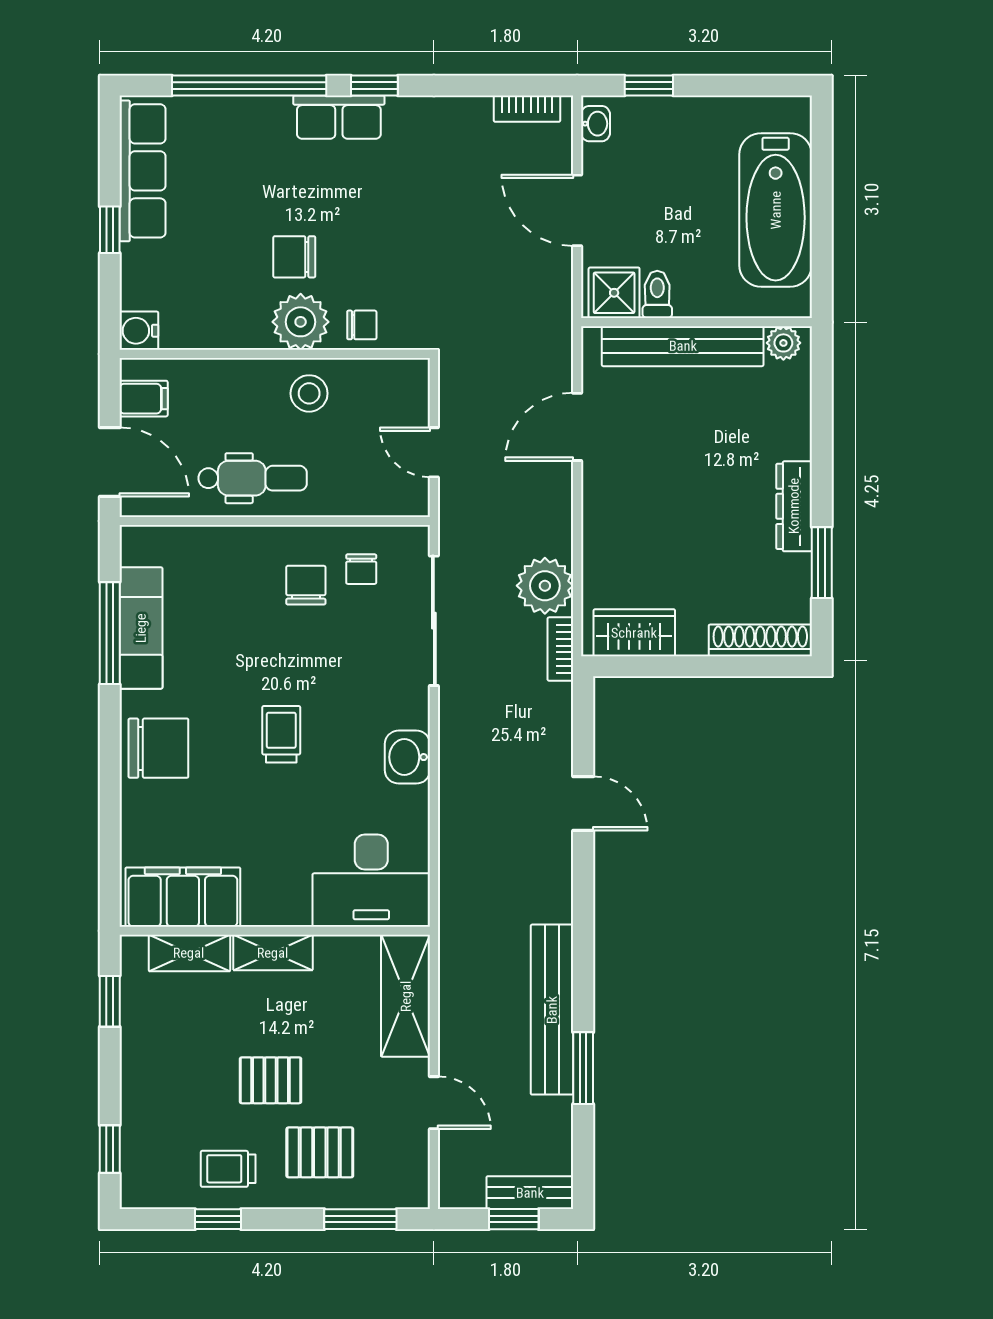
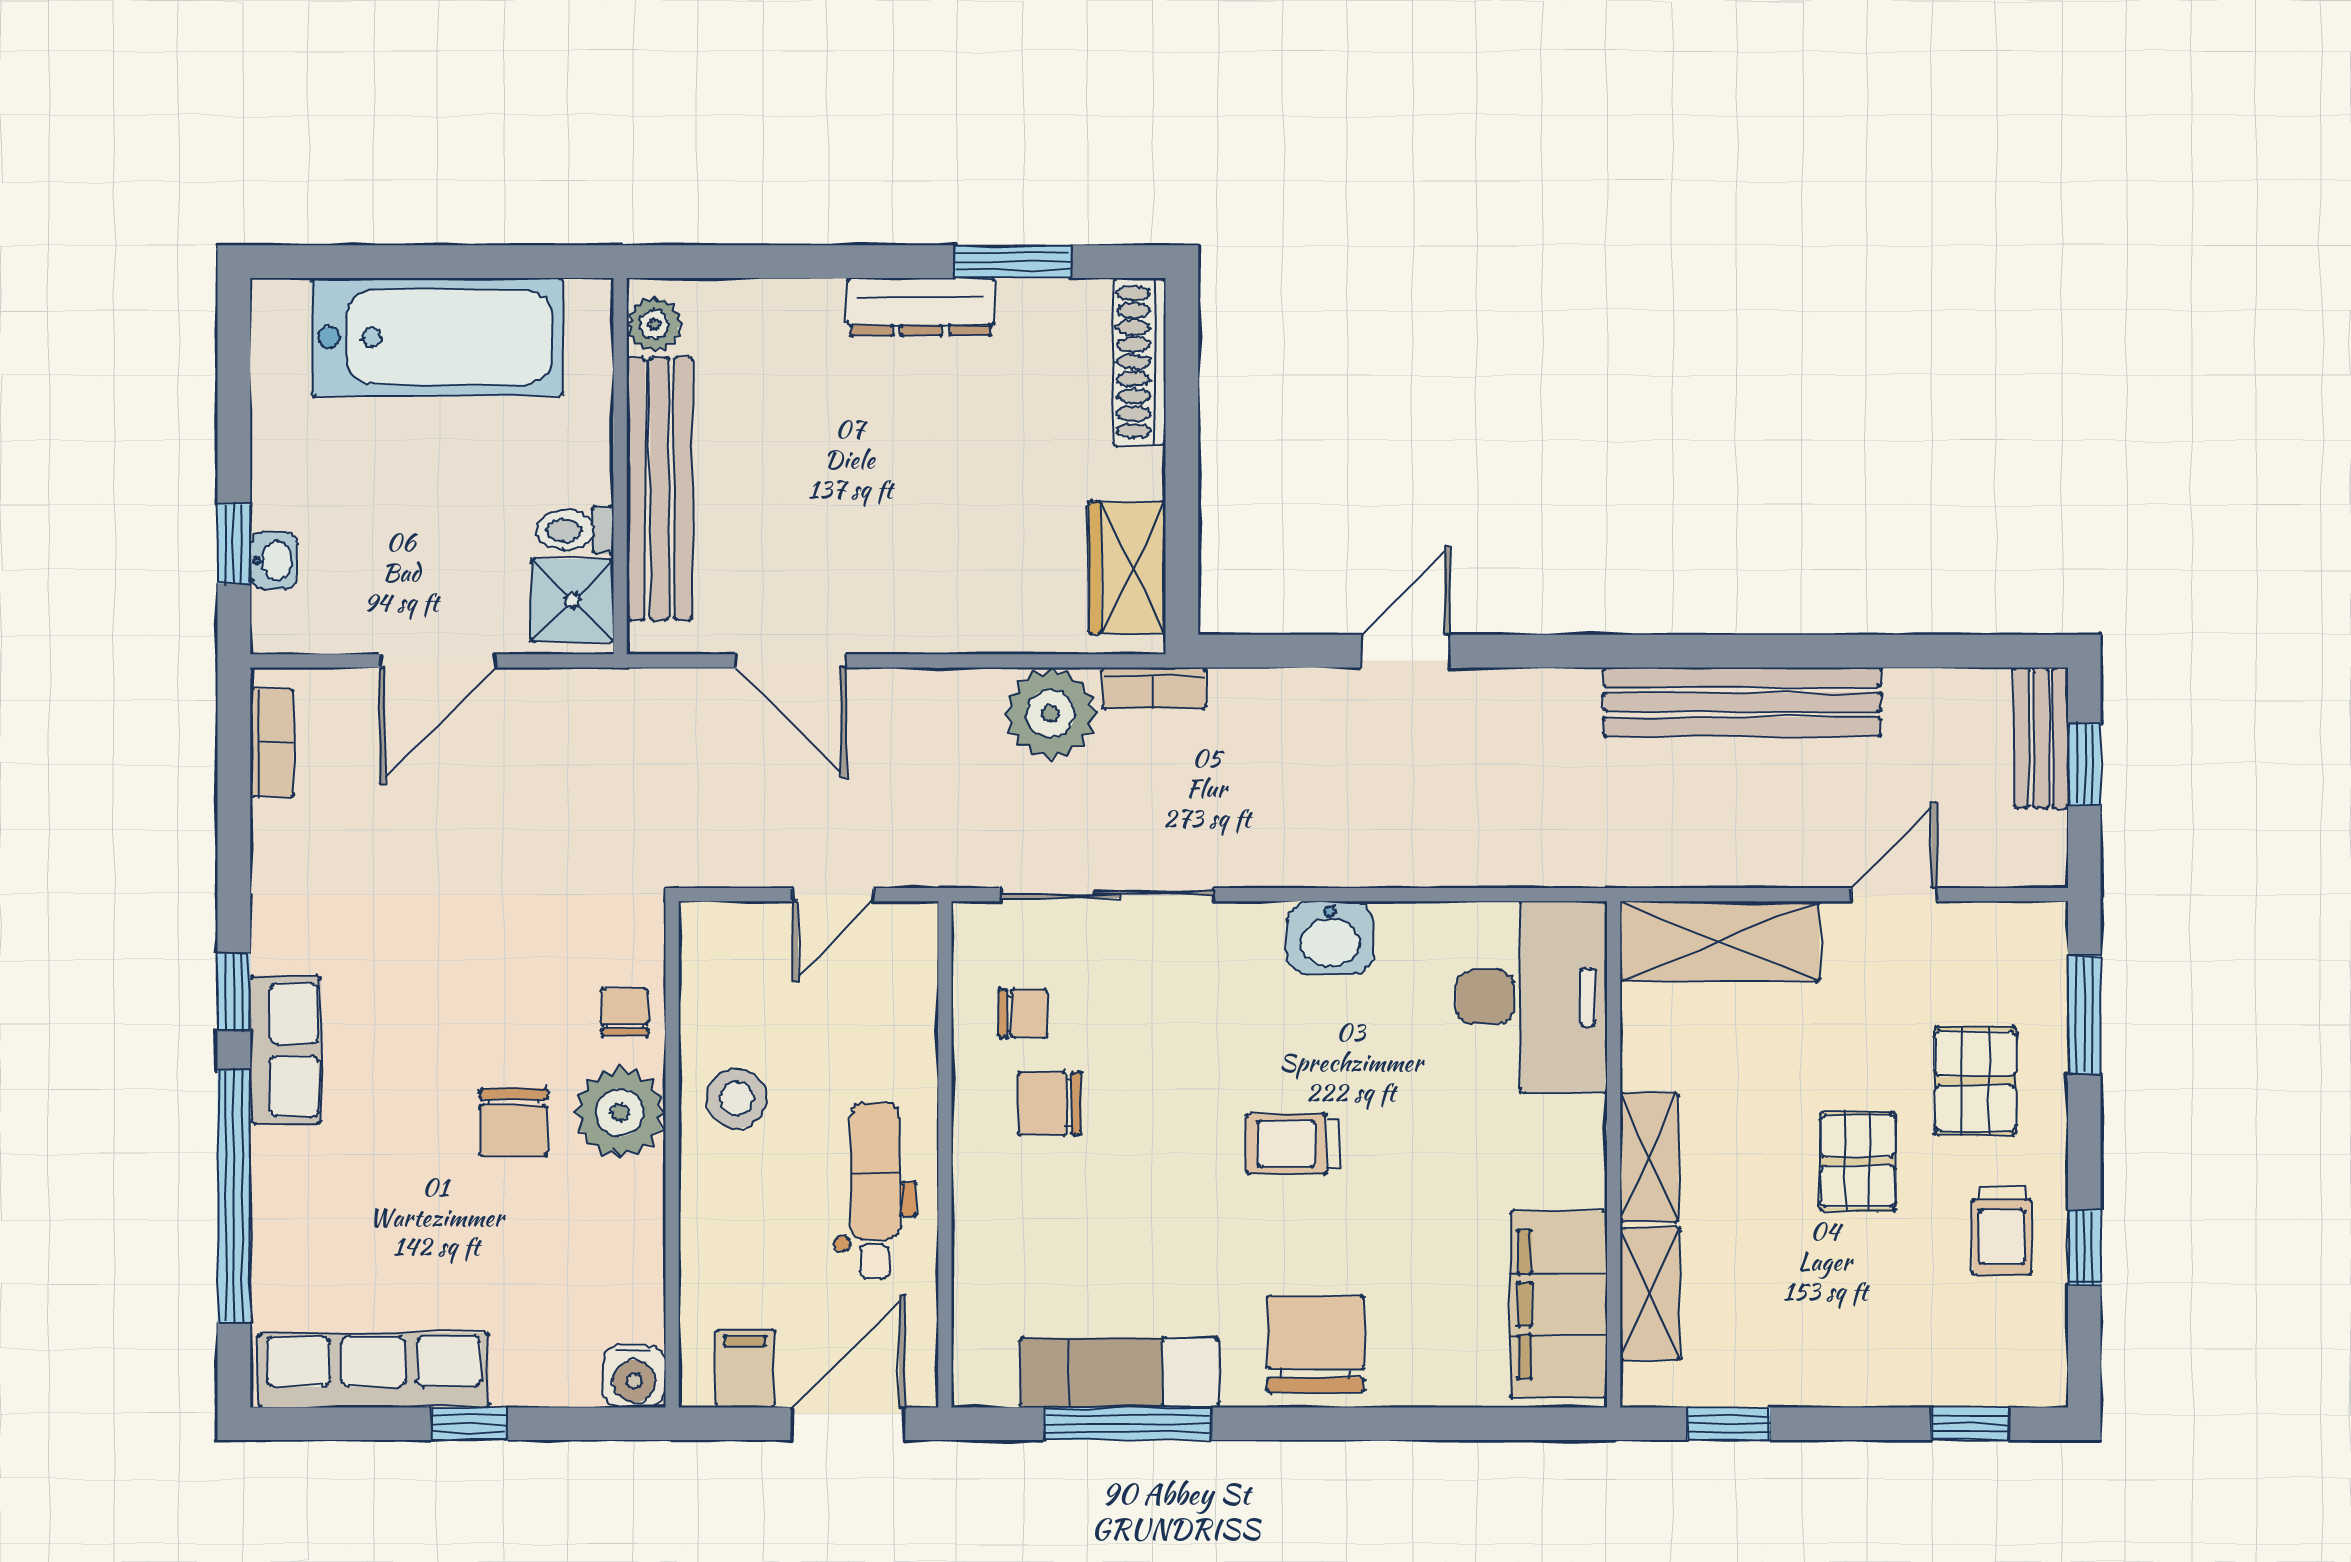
washbasin: (595, 124) -> (274, 560), moved, turned 90
window: (583, 1068) -> (1838, 651), removed

